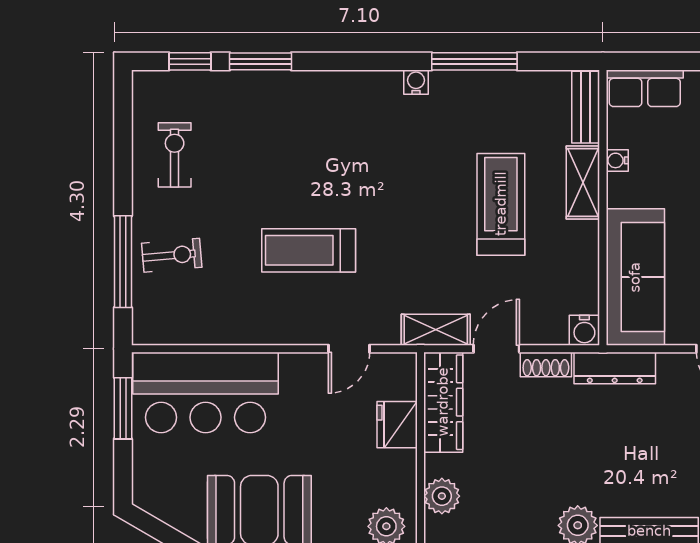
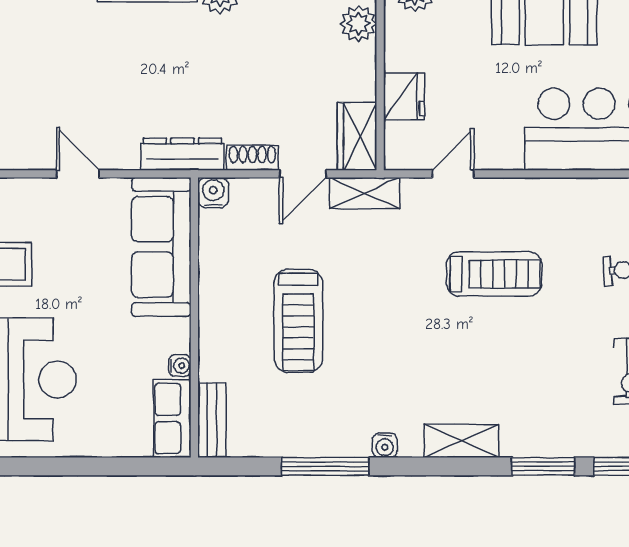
row of seats: (645, 88) -> (172, 419), moved, turned -90
shelving: (583, 183) -> (461, 441), moved, turned 90
wardrobe: (443, 402) -> (357, 136), width x0.67

